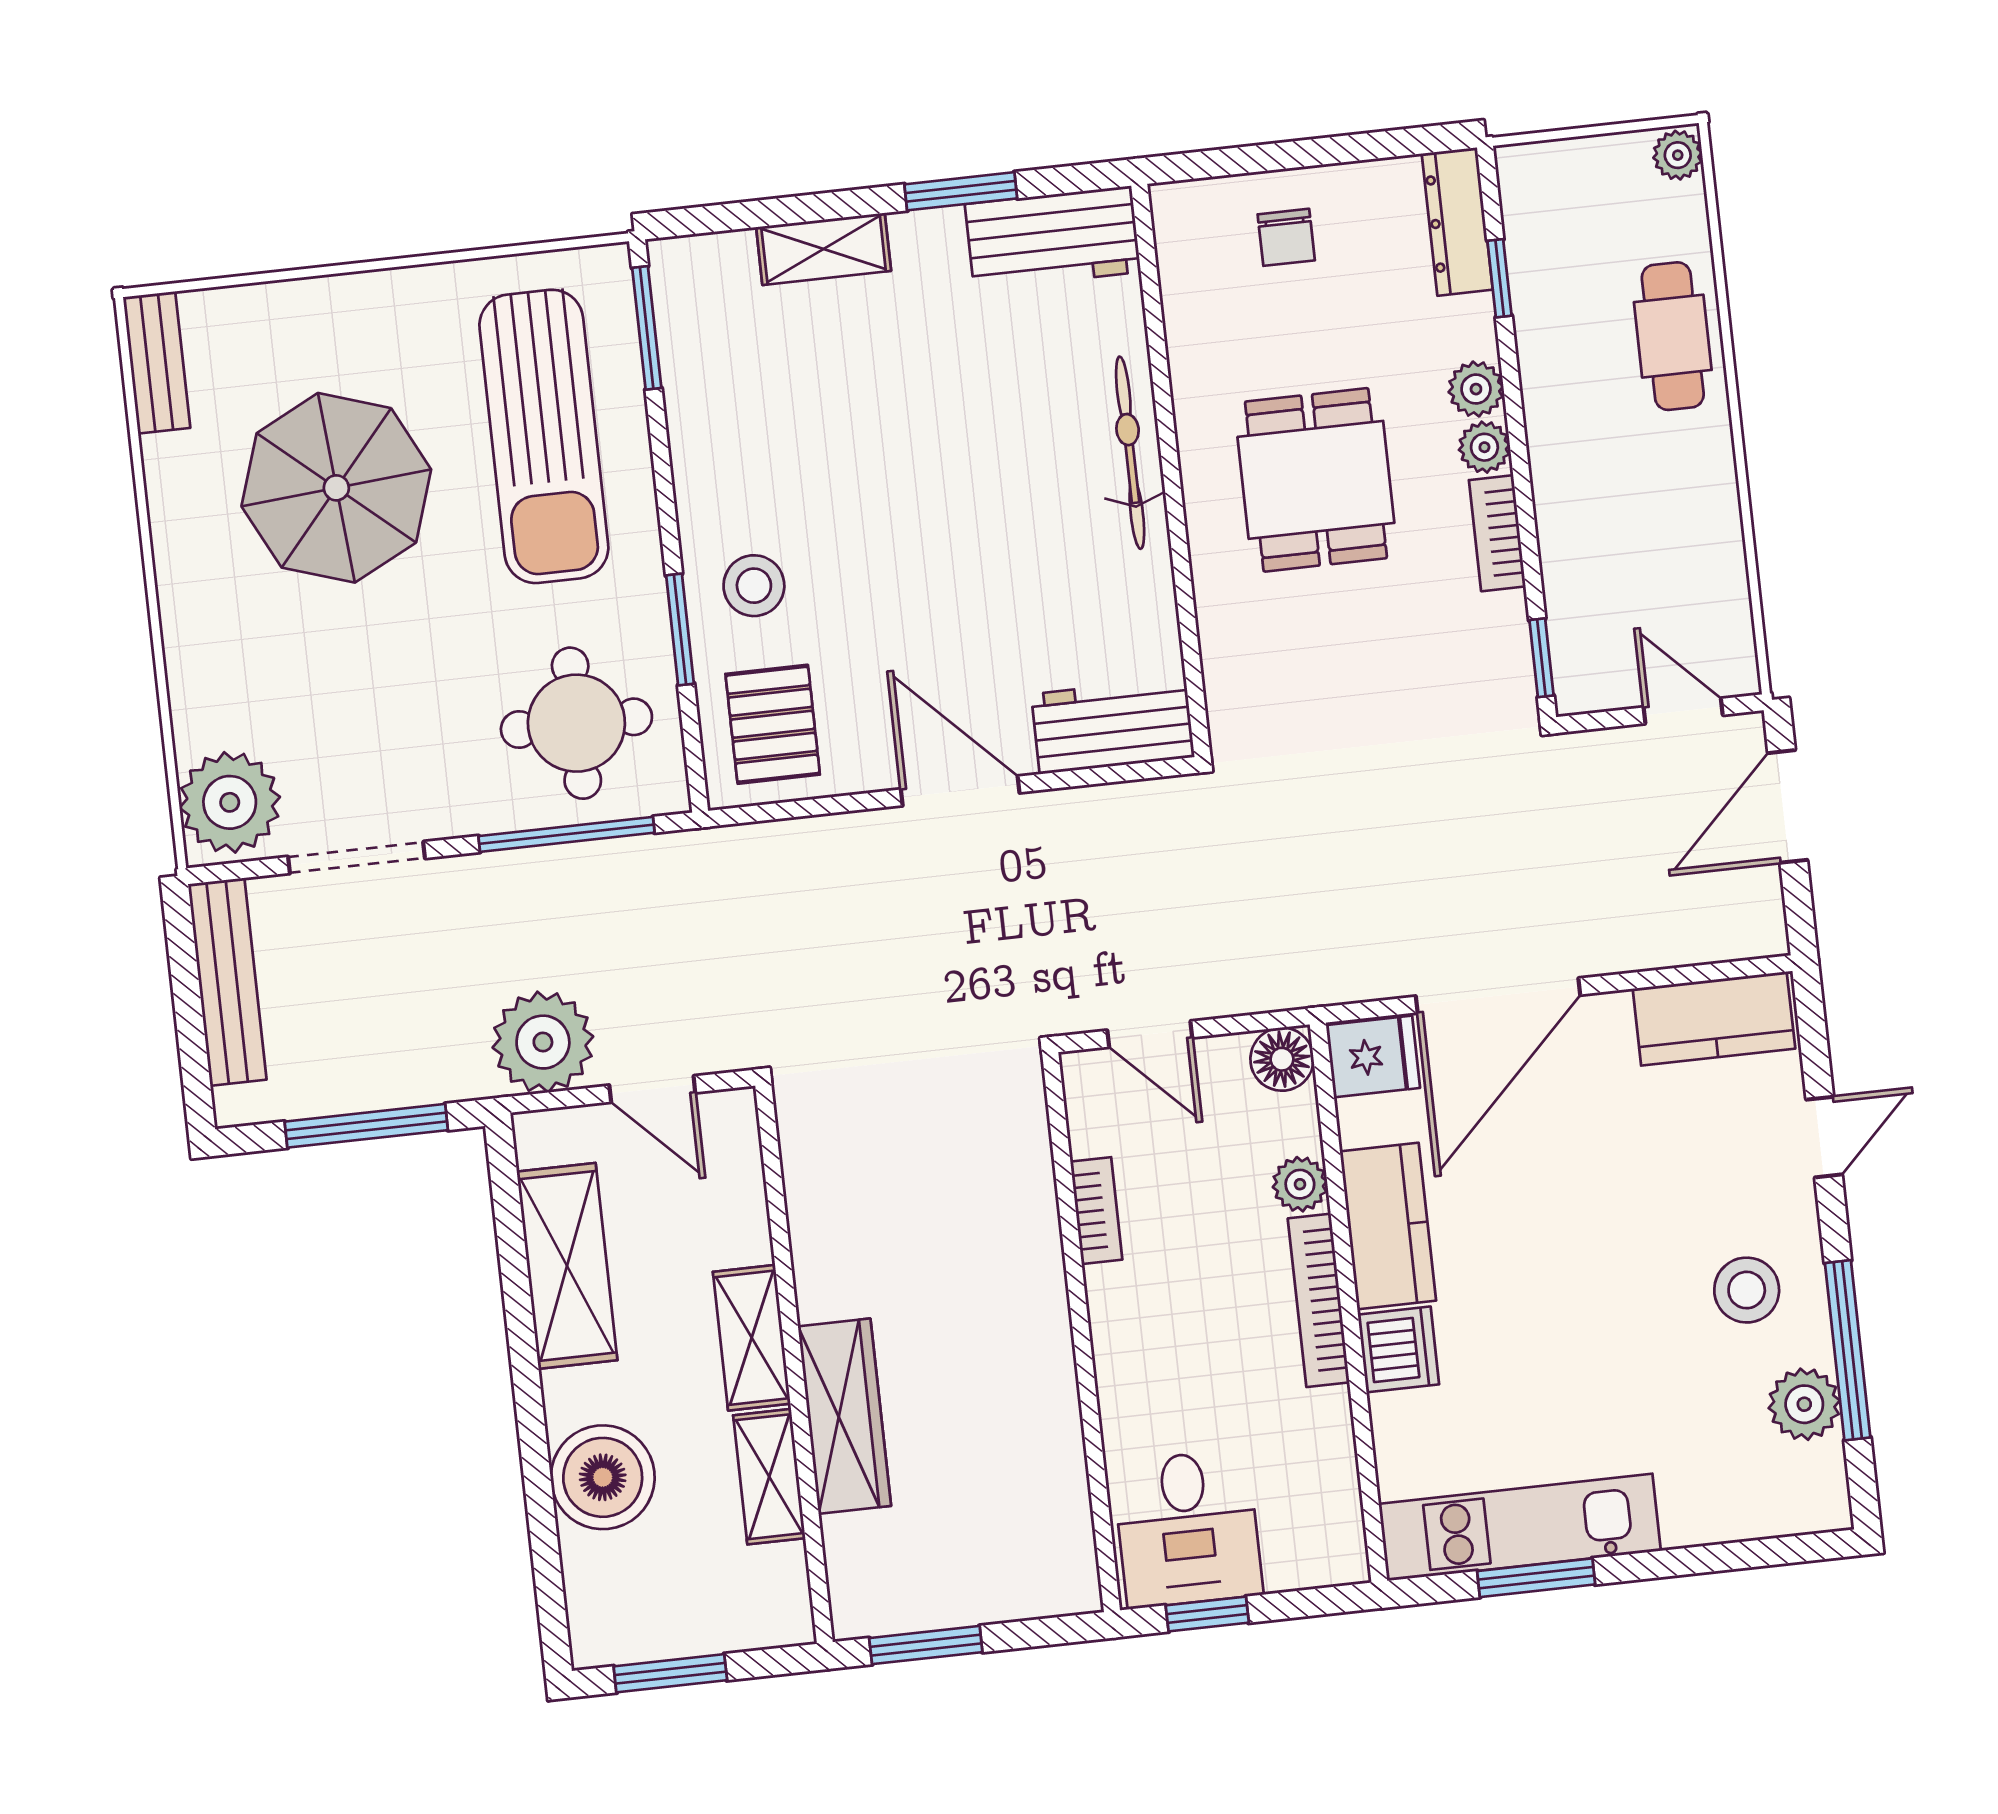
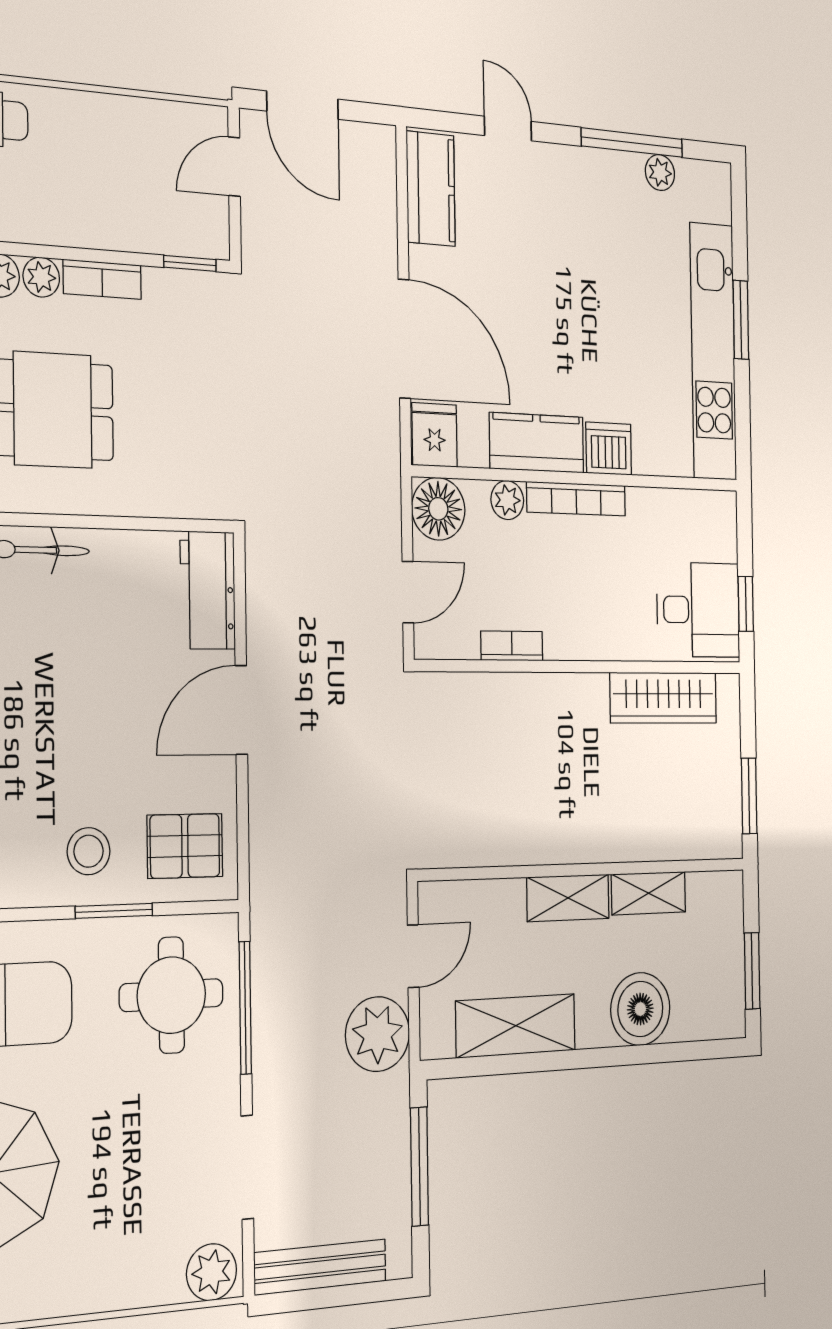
plant: (230, 802) -> (212, 1272), width x0.73, depth x0.73
floor lamp: (1282, 1059) -> (438, 509), width x1.38, depth x1.38
stool: (1747, 1290) -> (593, 203), removed
plant: (1804, 1404) -> (660, 173), width x0.73, depth x0.73
wardrobe: (844, 1416) -> (663, 698), moved, turned 180
kitchen unit: (1520, 1527) -> (713, 351), width x1.36
window: (1536, 1578) -> (741, 320), moved

